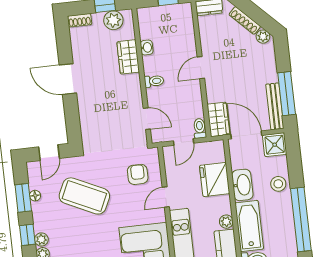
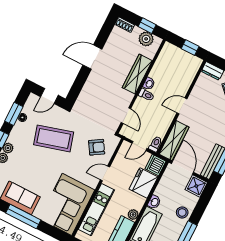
washbasin: (147, 47) -> (149, 84), moved
wardrobe: (128, 57) -> (137, 74), width x1.50
door: (68, 79) -> (92, 57), hinge flipped
wardrobe: (218, 119) -> (174, 141), width x1.50
dishwasher: (215, 151) -> (155, 165), added
armchair: (138, 174) -> (97, 147), turned 58
washbasin: (242, 185) -> (154, 202), width x0.52, depth x0.69
coffee table: (84, 196) -> (54, 138), turned -41

